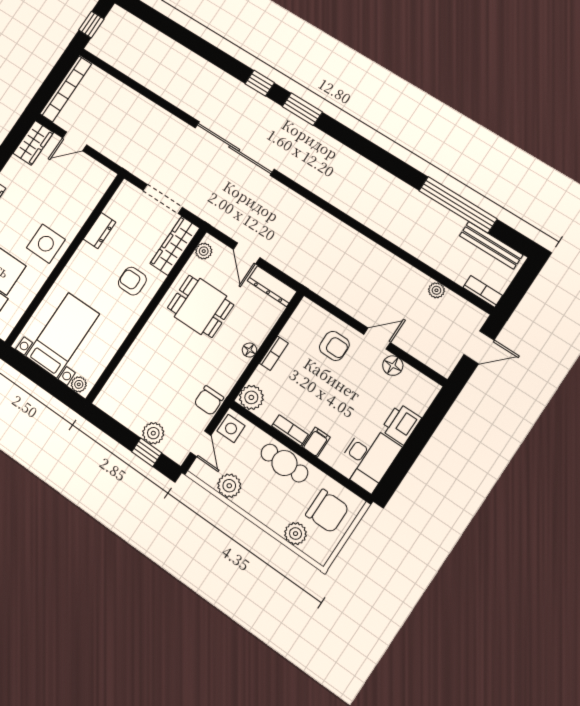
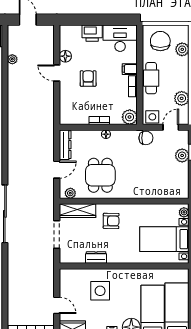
side table: (46, 244) -> (100, 291), moved
armchair: (132, 281) -> (111, 221), turned -89
armchair: (334, 346) -> (88, 79), moved

